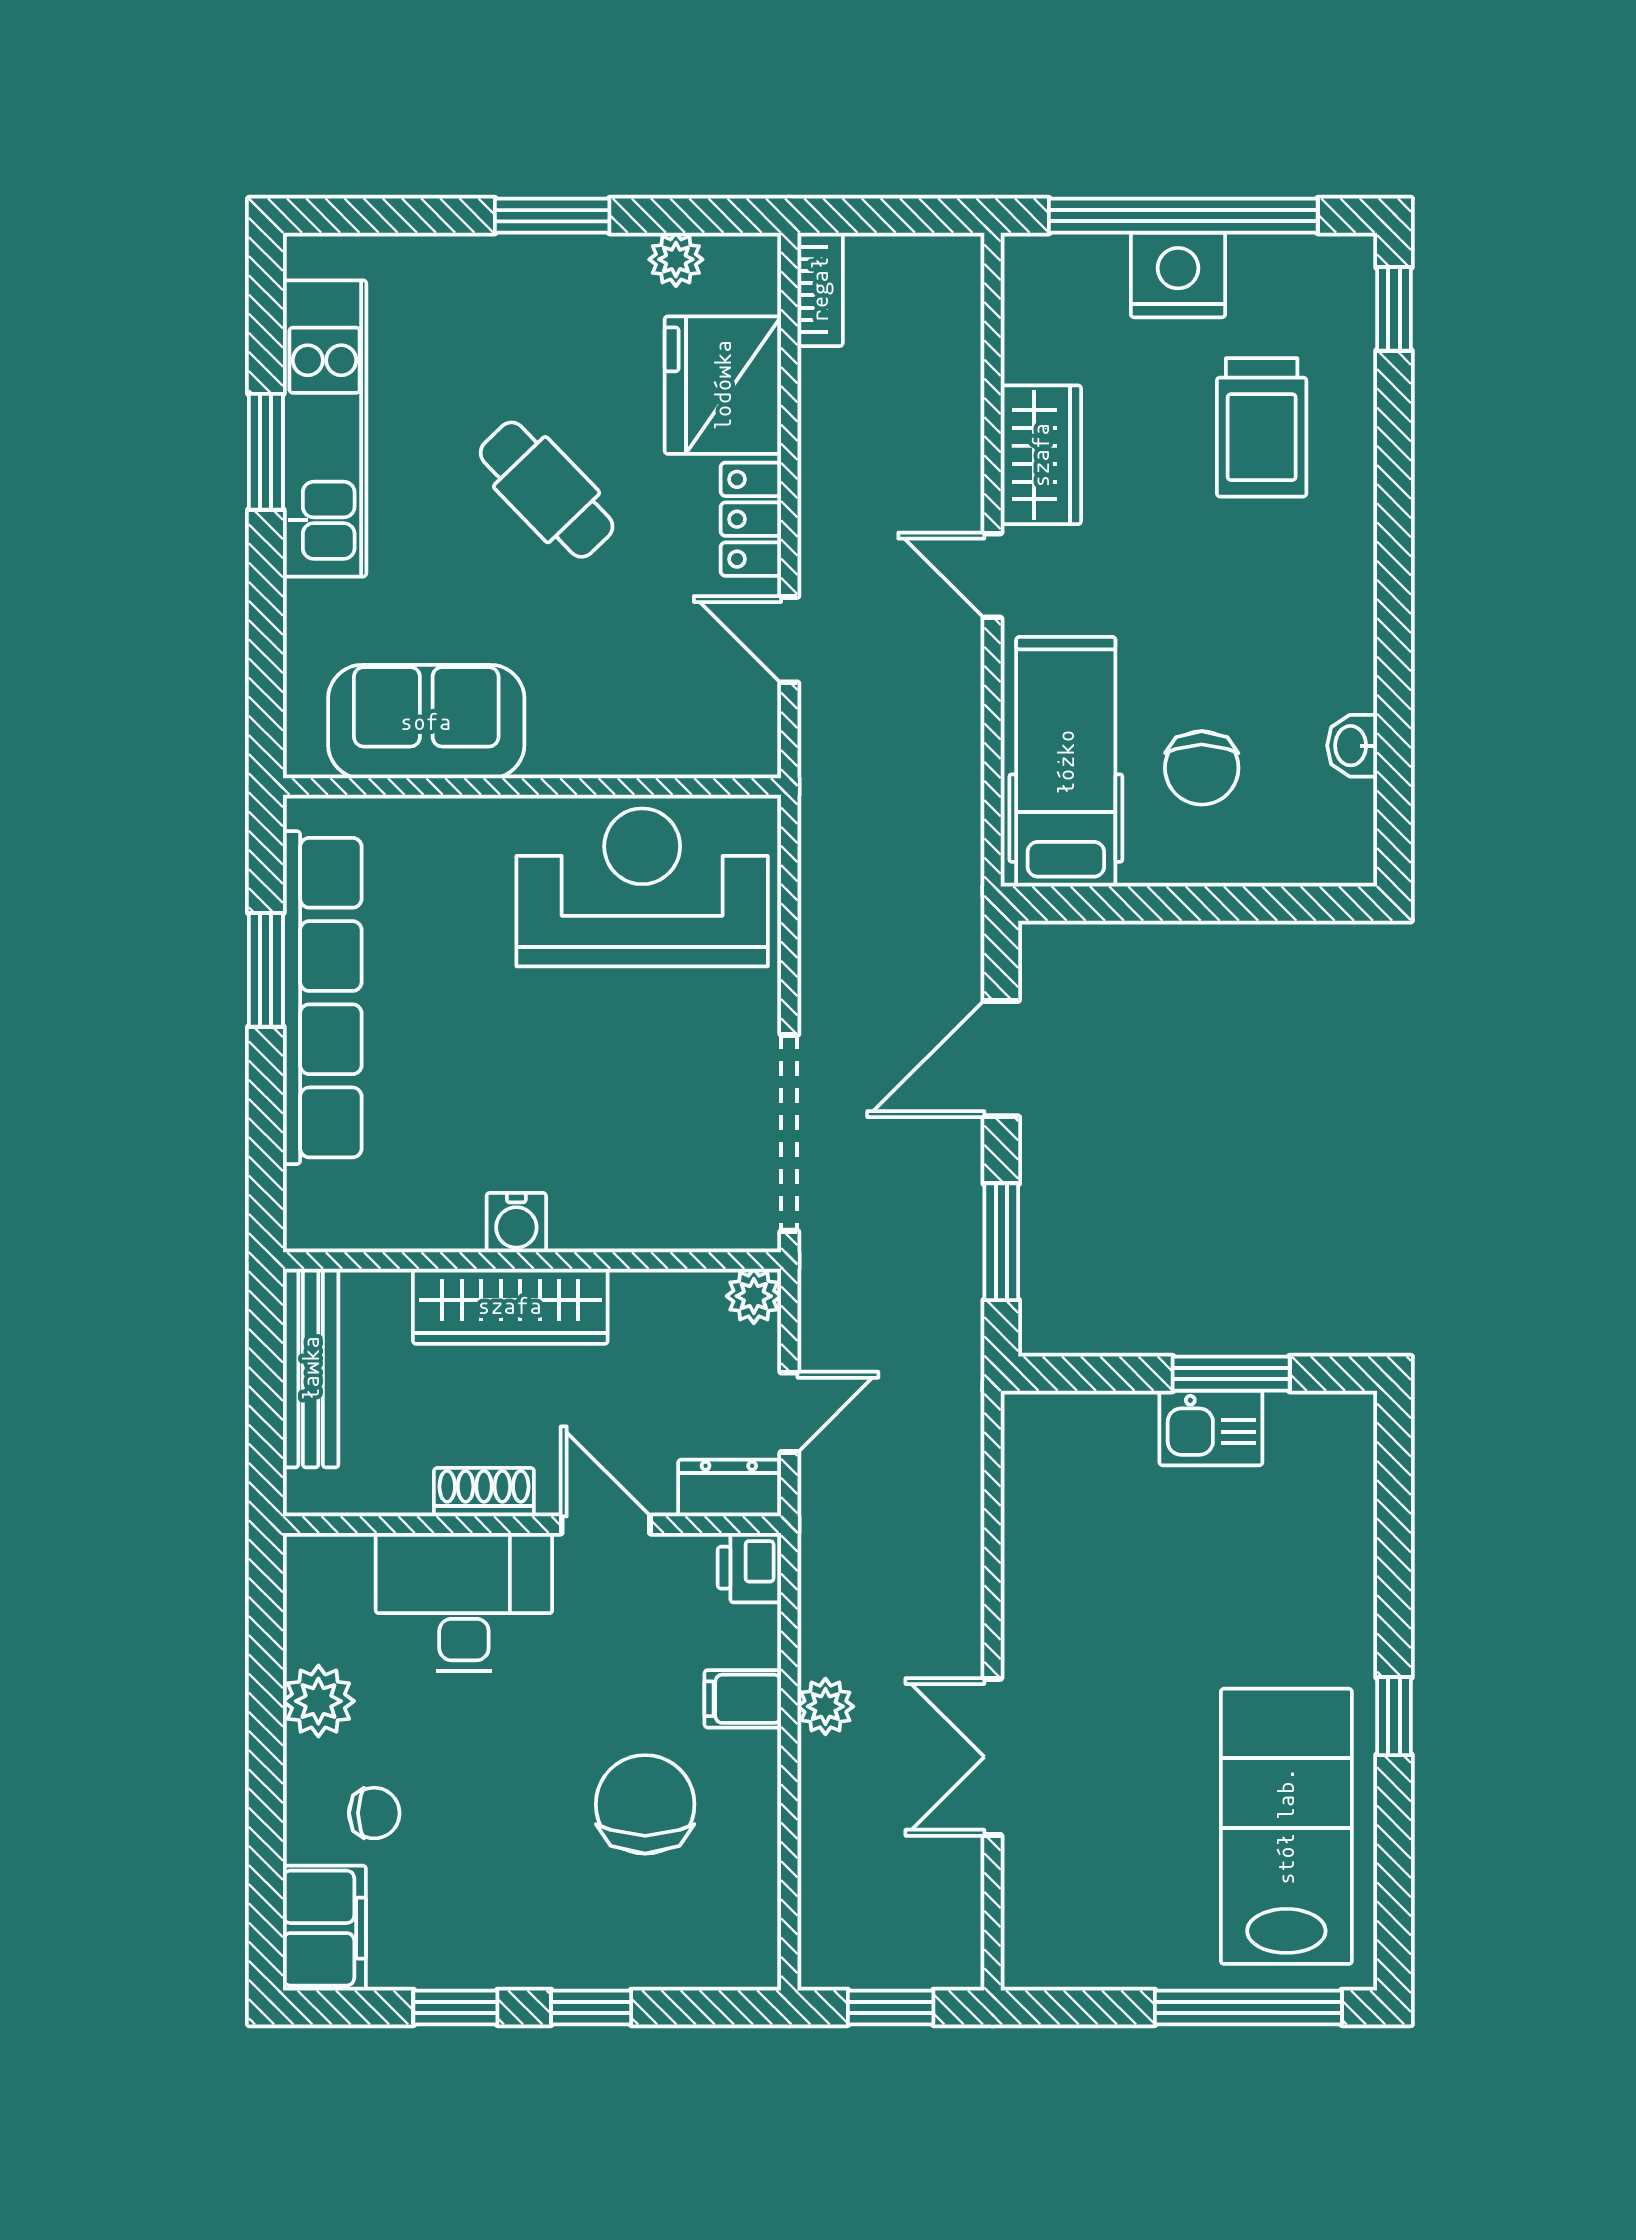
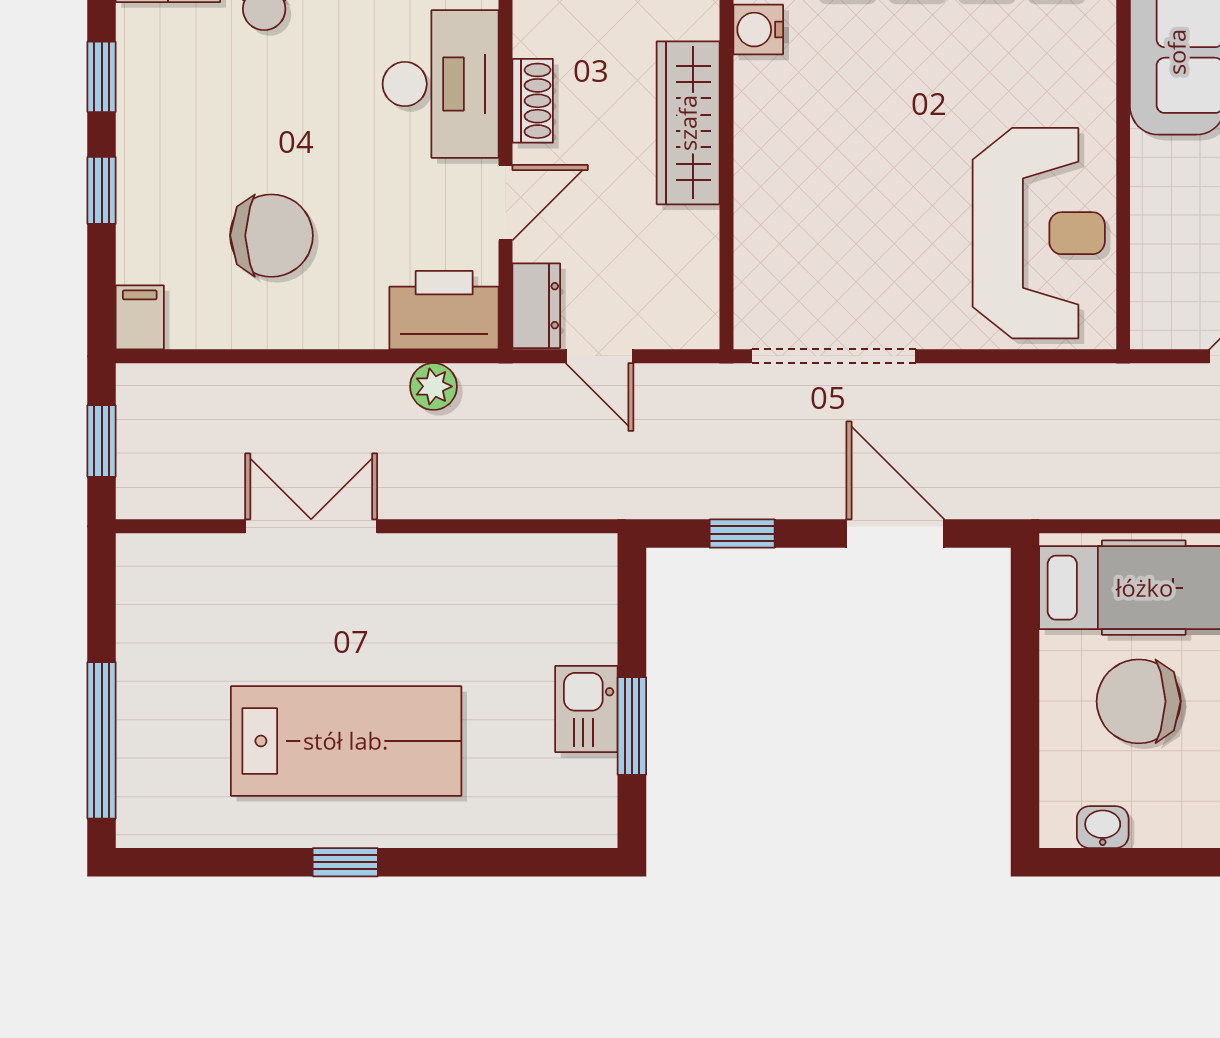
washbasin: (1352, 746) -> (1103, 827), moved
chair: (1202, 768) -> (1139, 701), width x1.37, depth x1.37
water cooler: (516, 1223) -> (758, 30), moved
window: (1001, 1242) -> (742, 534), width x0.67
plant: (754, 1296) -> (697, 327), removed
printer: (749, 1568) -> (444, 310), width x1.87, depth x1.48
filing cabinet: (743, 1699) -> (140, 317), moved
plant: (825, 1706) -> (433, 386), moved
lab bench: (1286, 1826) -> (346, 741), moved

